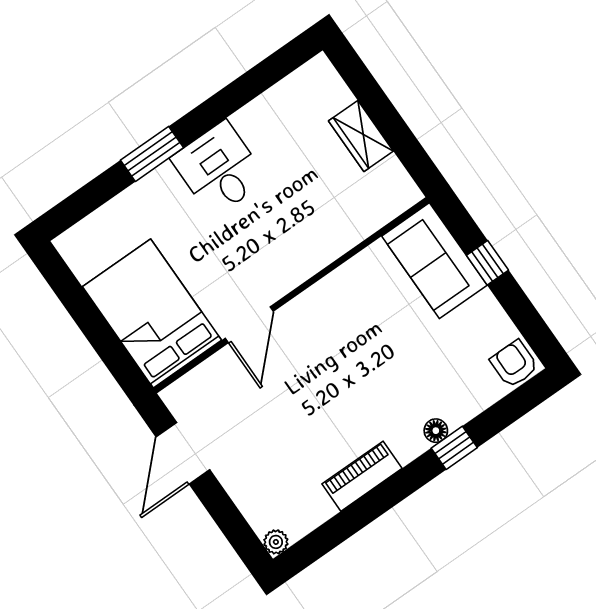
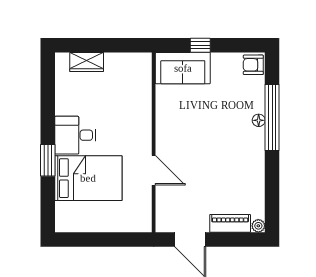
wardrobe: (361, 136) -> (87, 62), moved
bed: (152, 313) -> (88, 178), moved, turned 180
window: (454, 448) -> (272, 117), width x3.17
piano: (362, 476) -> (230, 223), moved, turned 90

